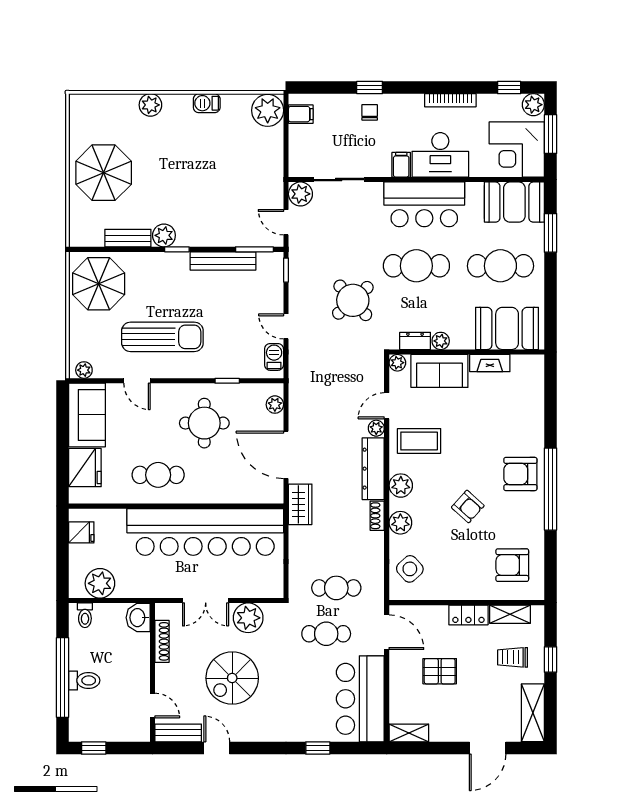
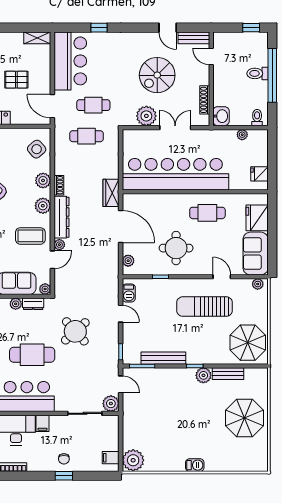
barbecue: (207, 103) -> (195, 465), moved
plant: (150, 105) -> (213, 464), removed
plant: (100, 583) -> (242, 135), width x0.53, depth x0.53
spiral stairs: (232, 678) -> (157, 75), turned 180

